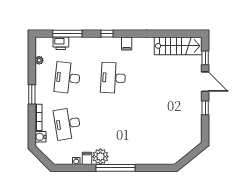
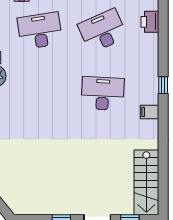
window: (67, 34) -> (163, 31), removed
desk: (67, 78) -> (103, 31), turned -30

